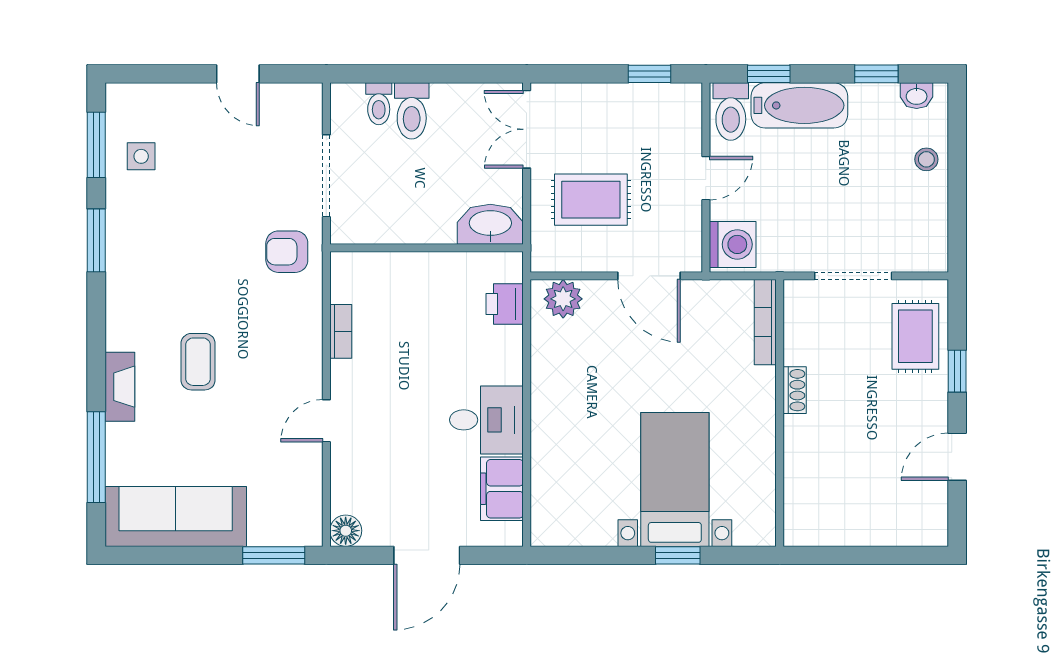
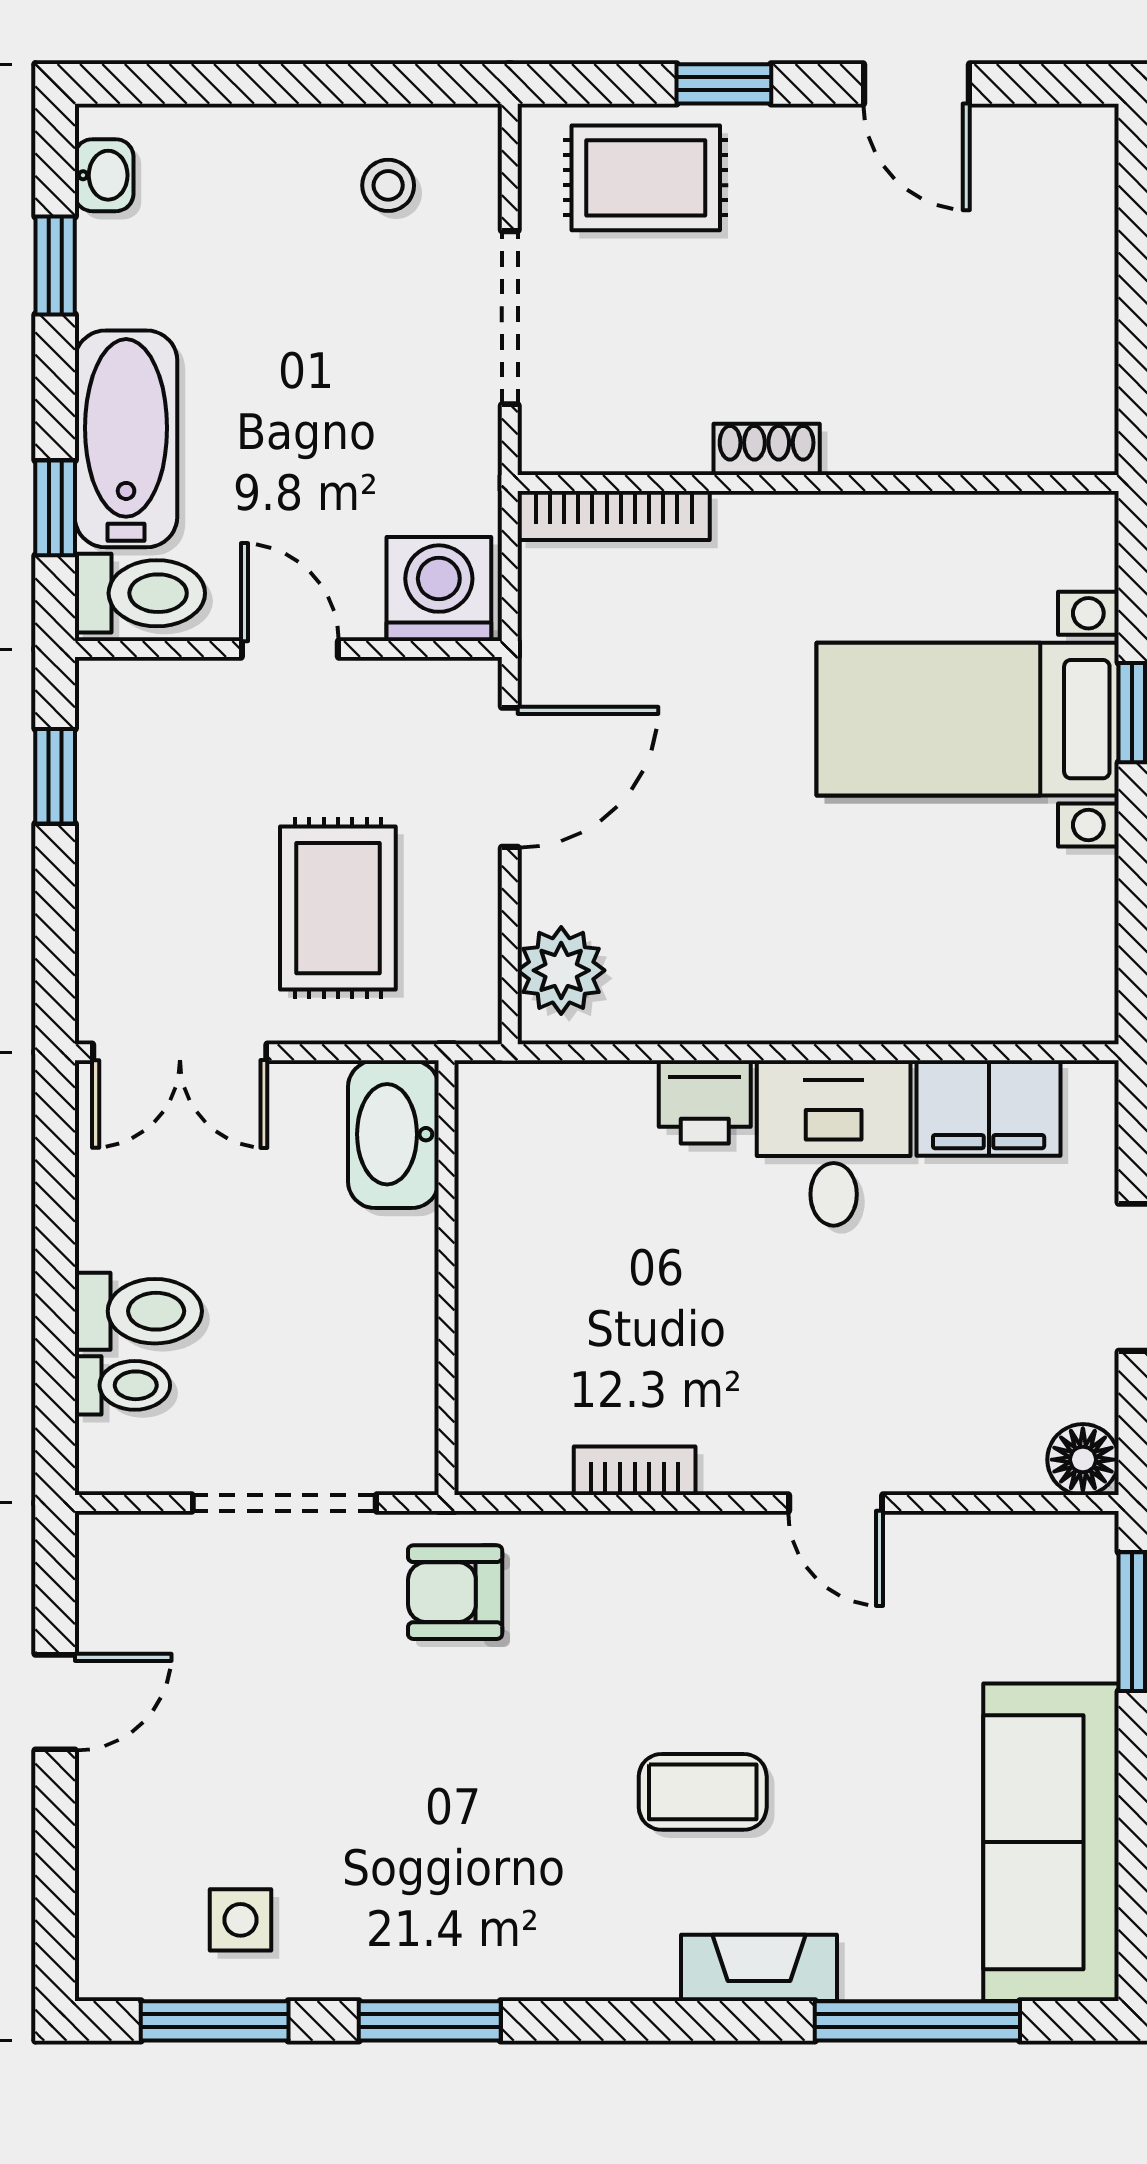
stool: (926, 159) -> (388, 185), moved
armchair: (287, 252) -> (455, 1592), turned 90
printer: (505, 304) -> (705, 1102), moved

